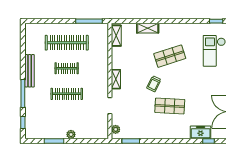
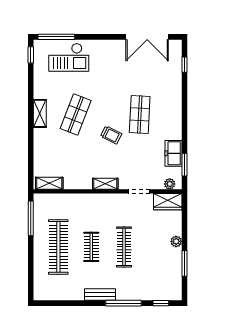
shelving: (148, 28) -> (40, 113), moved
shop shelf: (170, 56) -> (76, 114), turned 39
bench: (30, 71) -> (100, 295), width x0.73
wardrobe: (102, 128) -> (168, 202), added
freezer: (201, 132) -> (173, 153), moved

